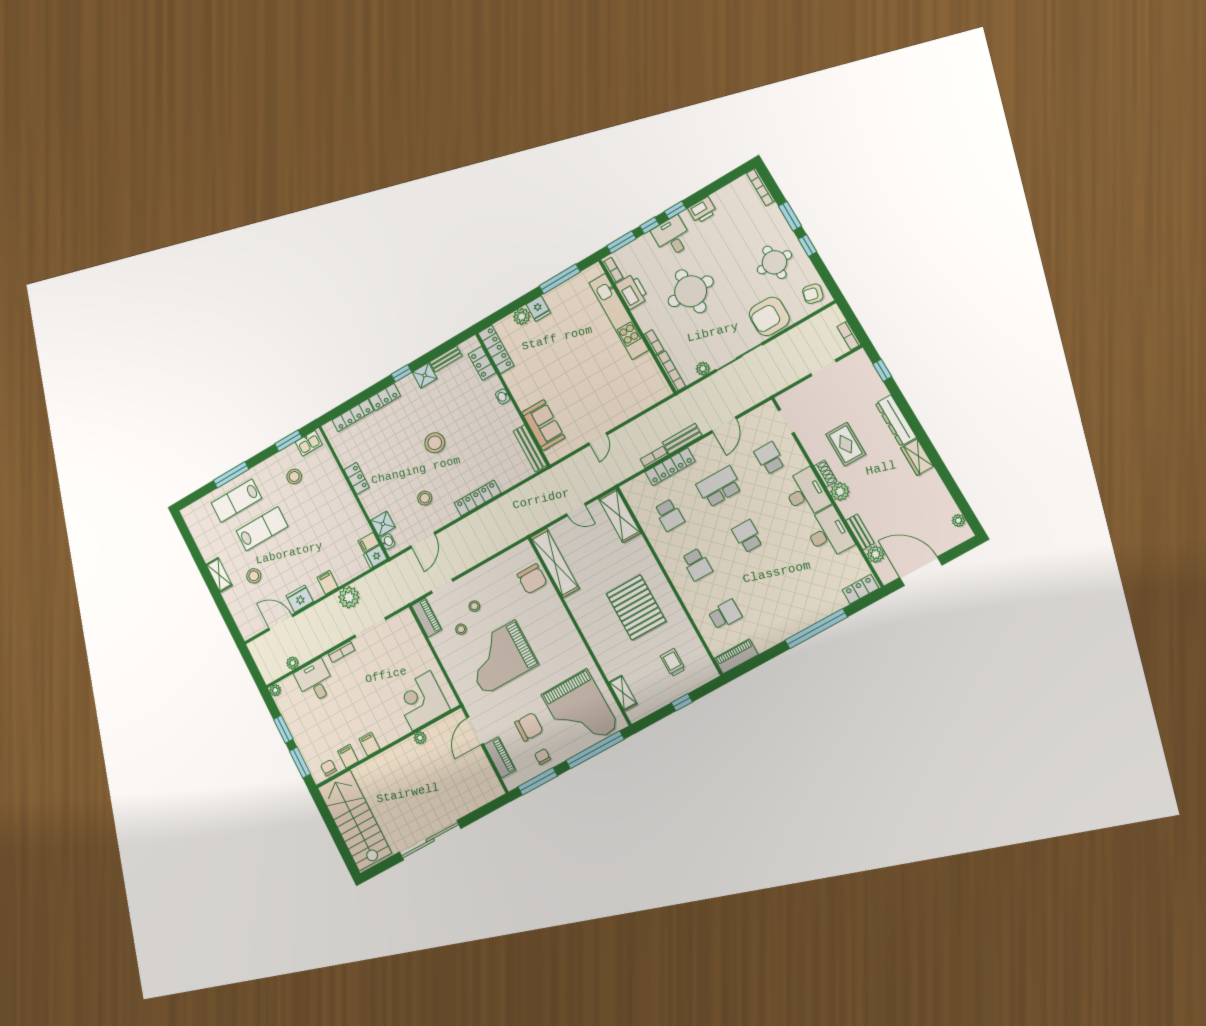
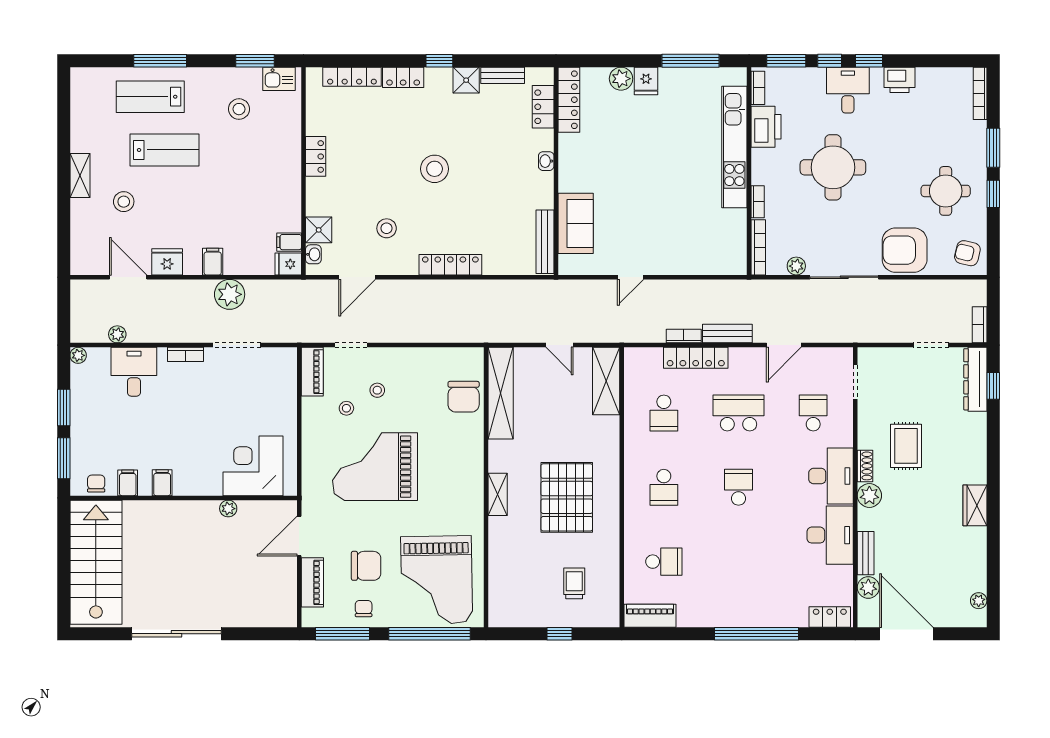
dresser: (896, 420) -> (975, 379), moved
shelving: (623, 693) -> (498, 494), moved

